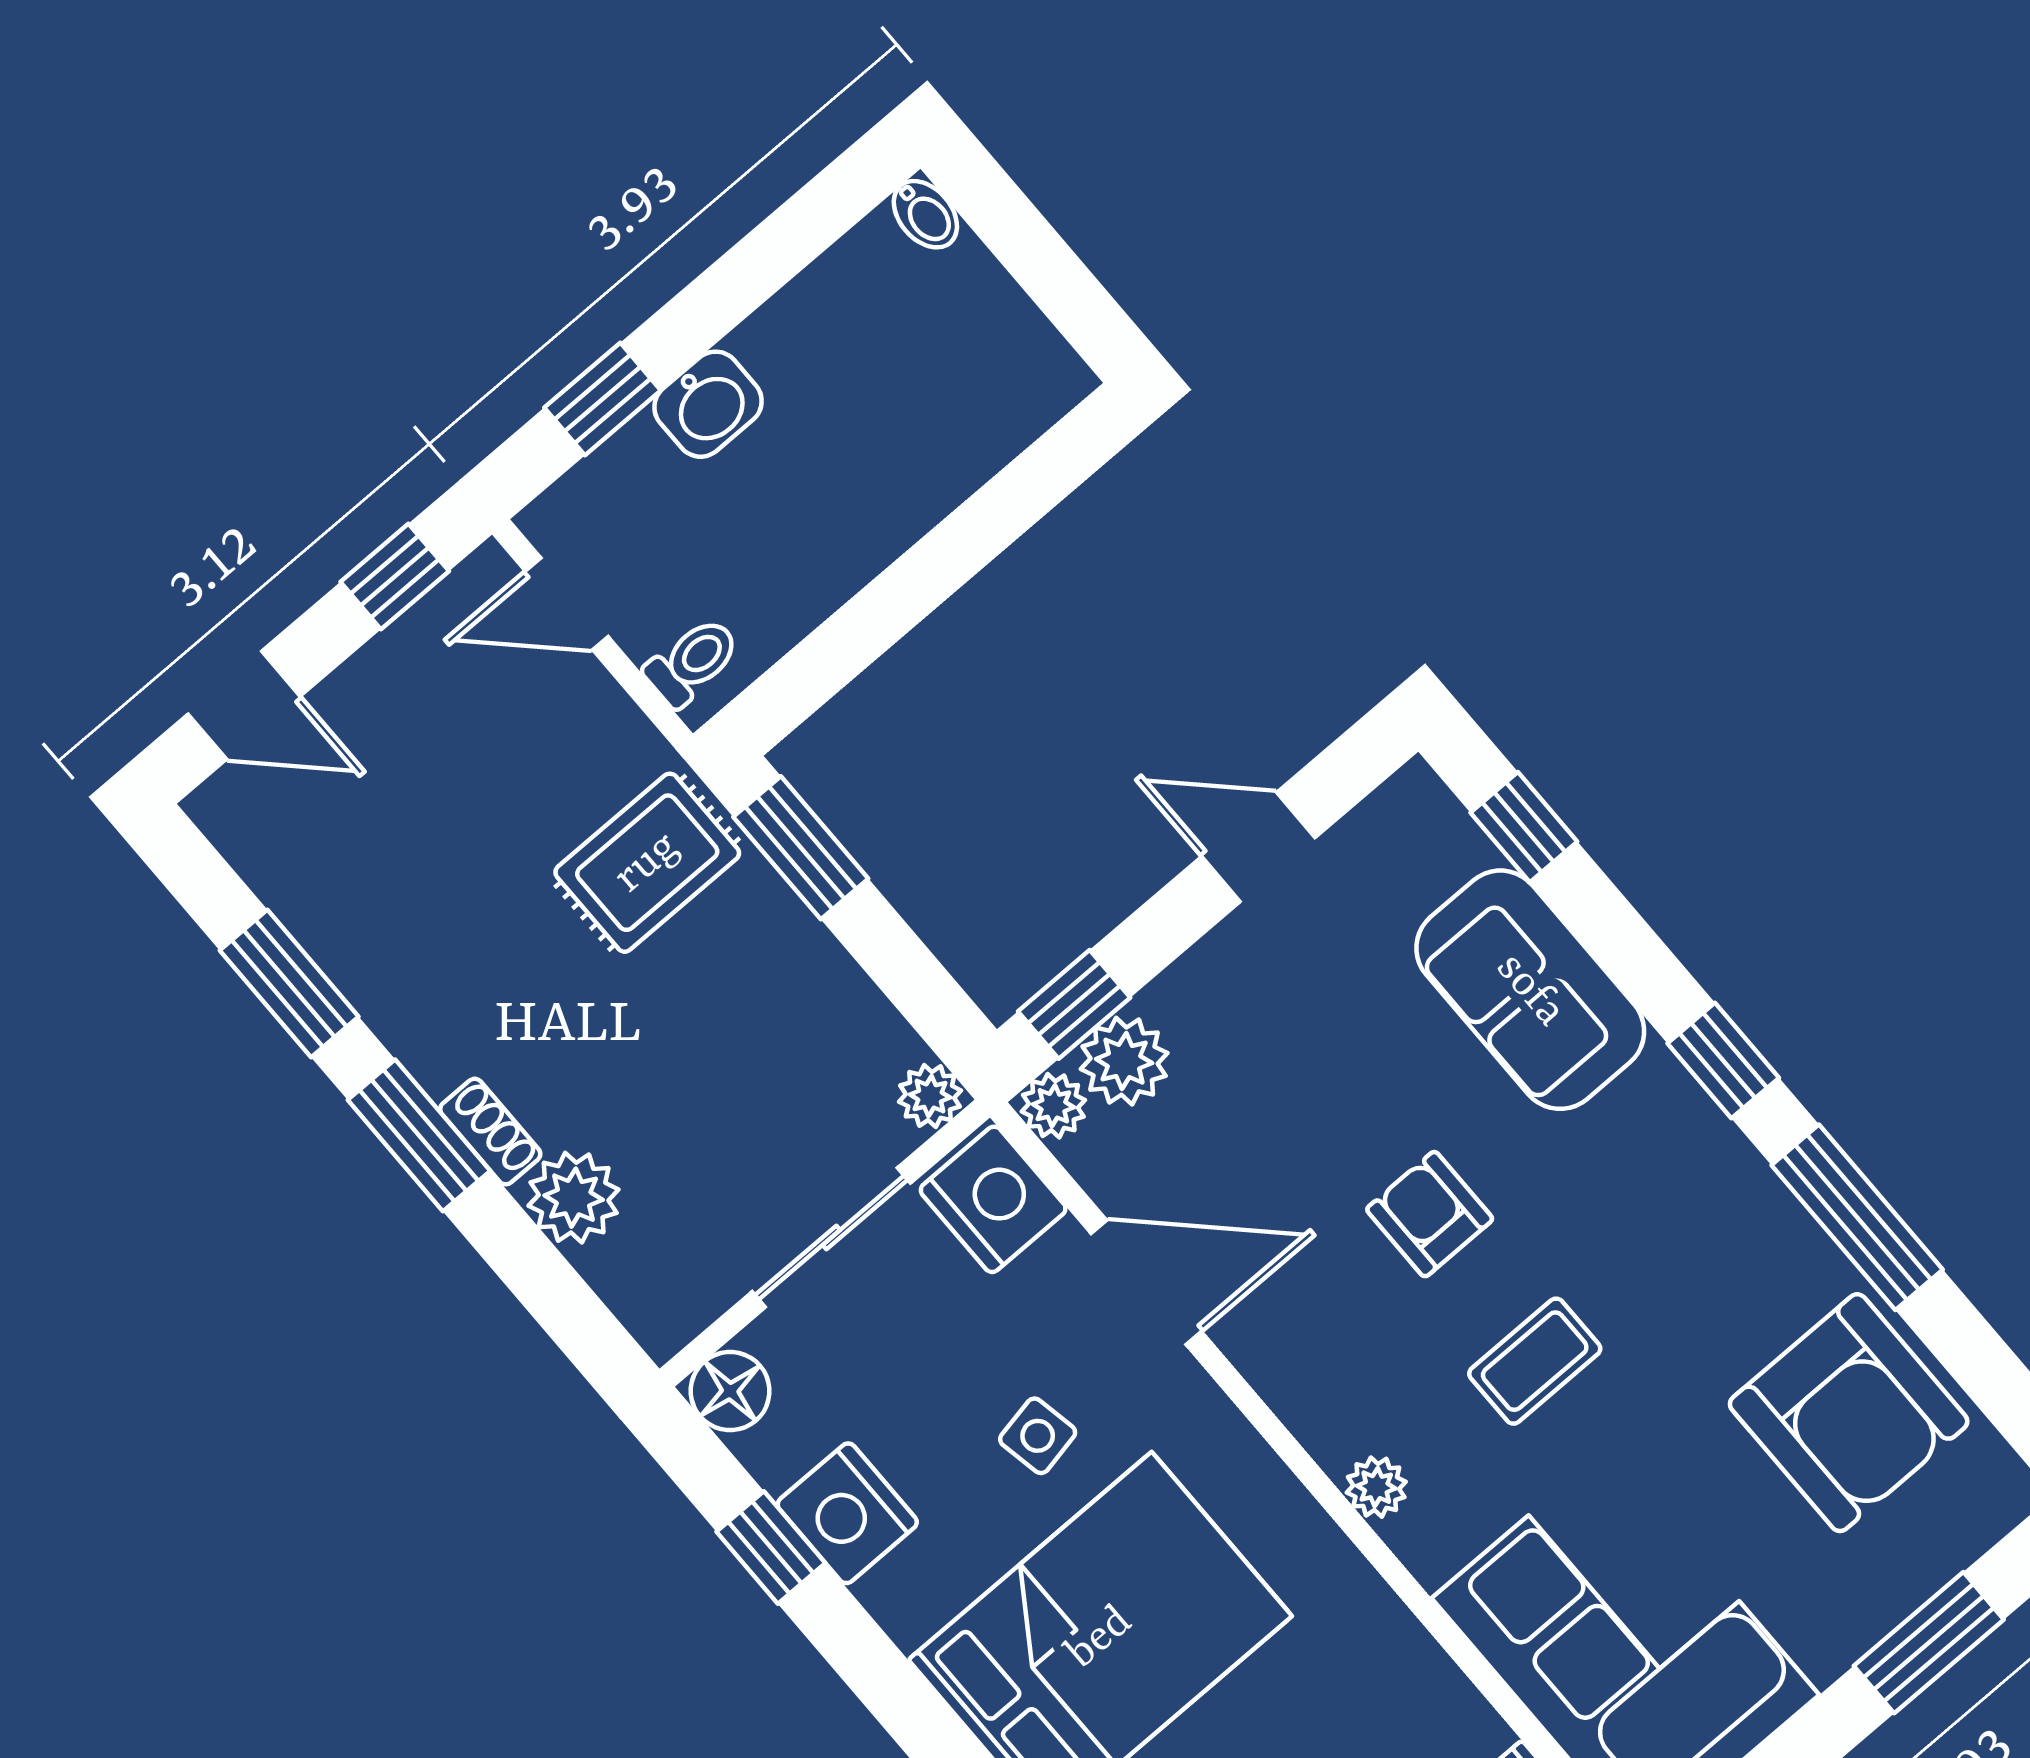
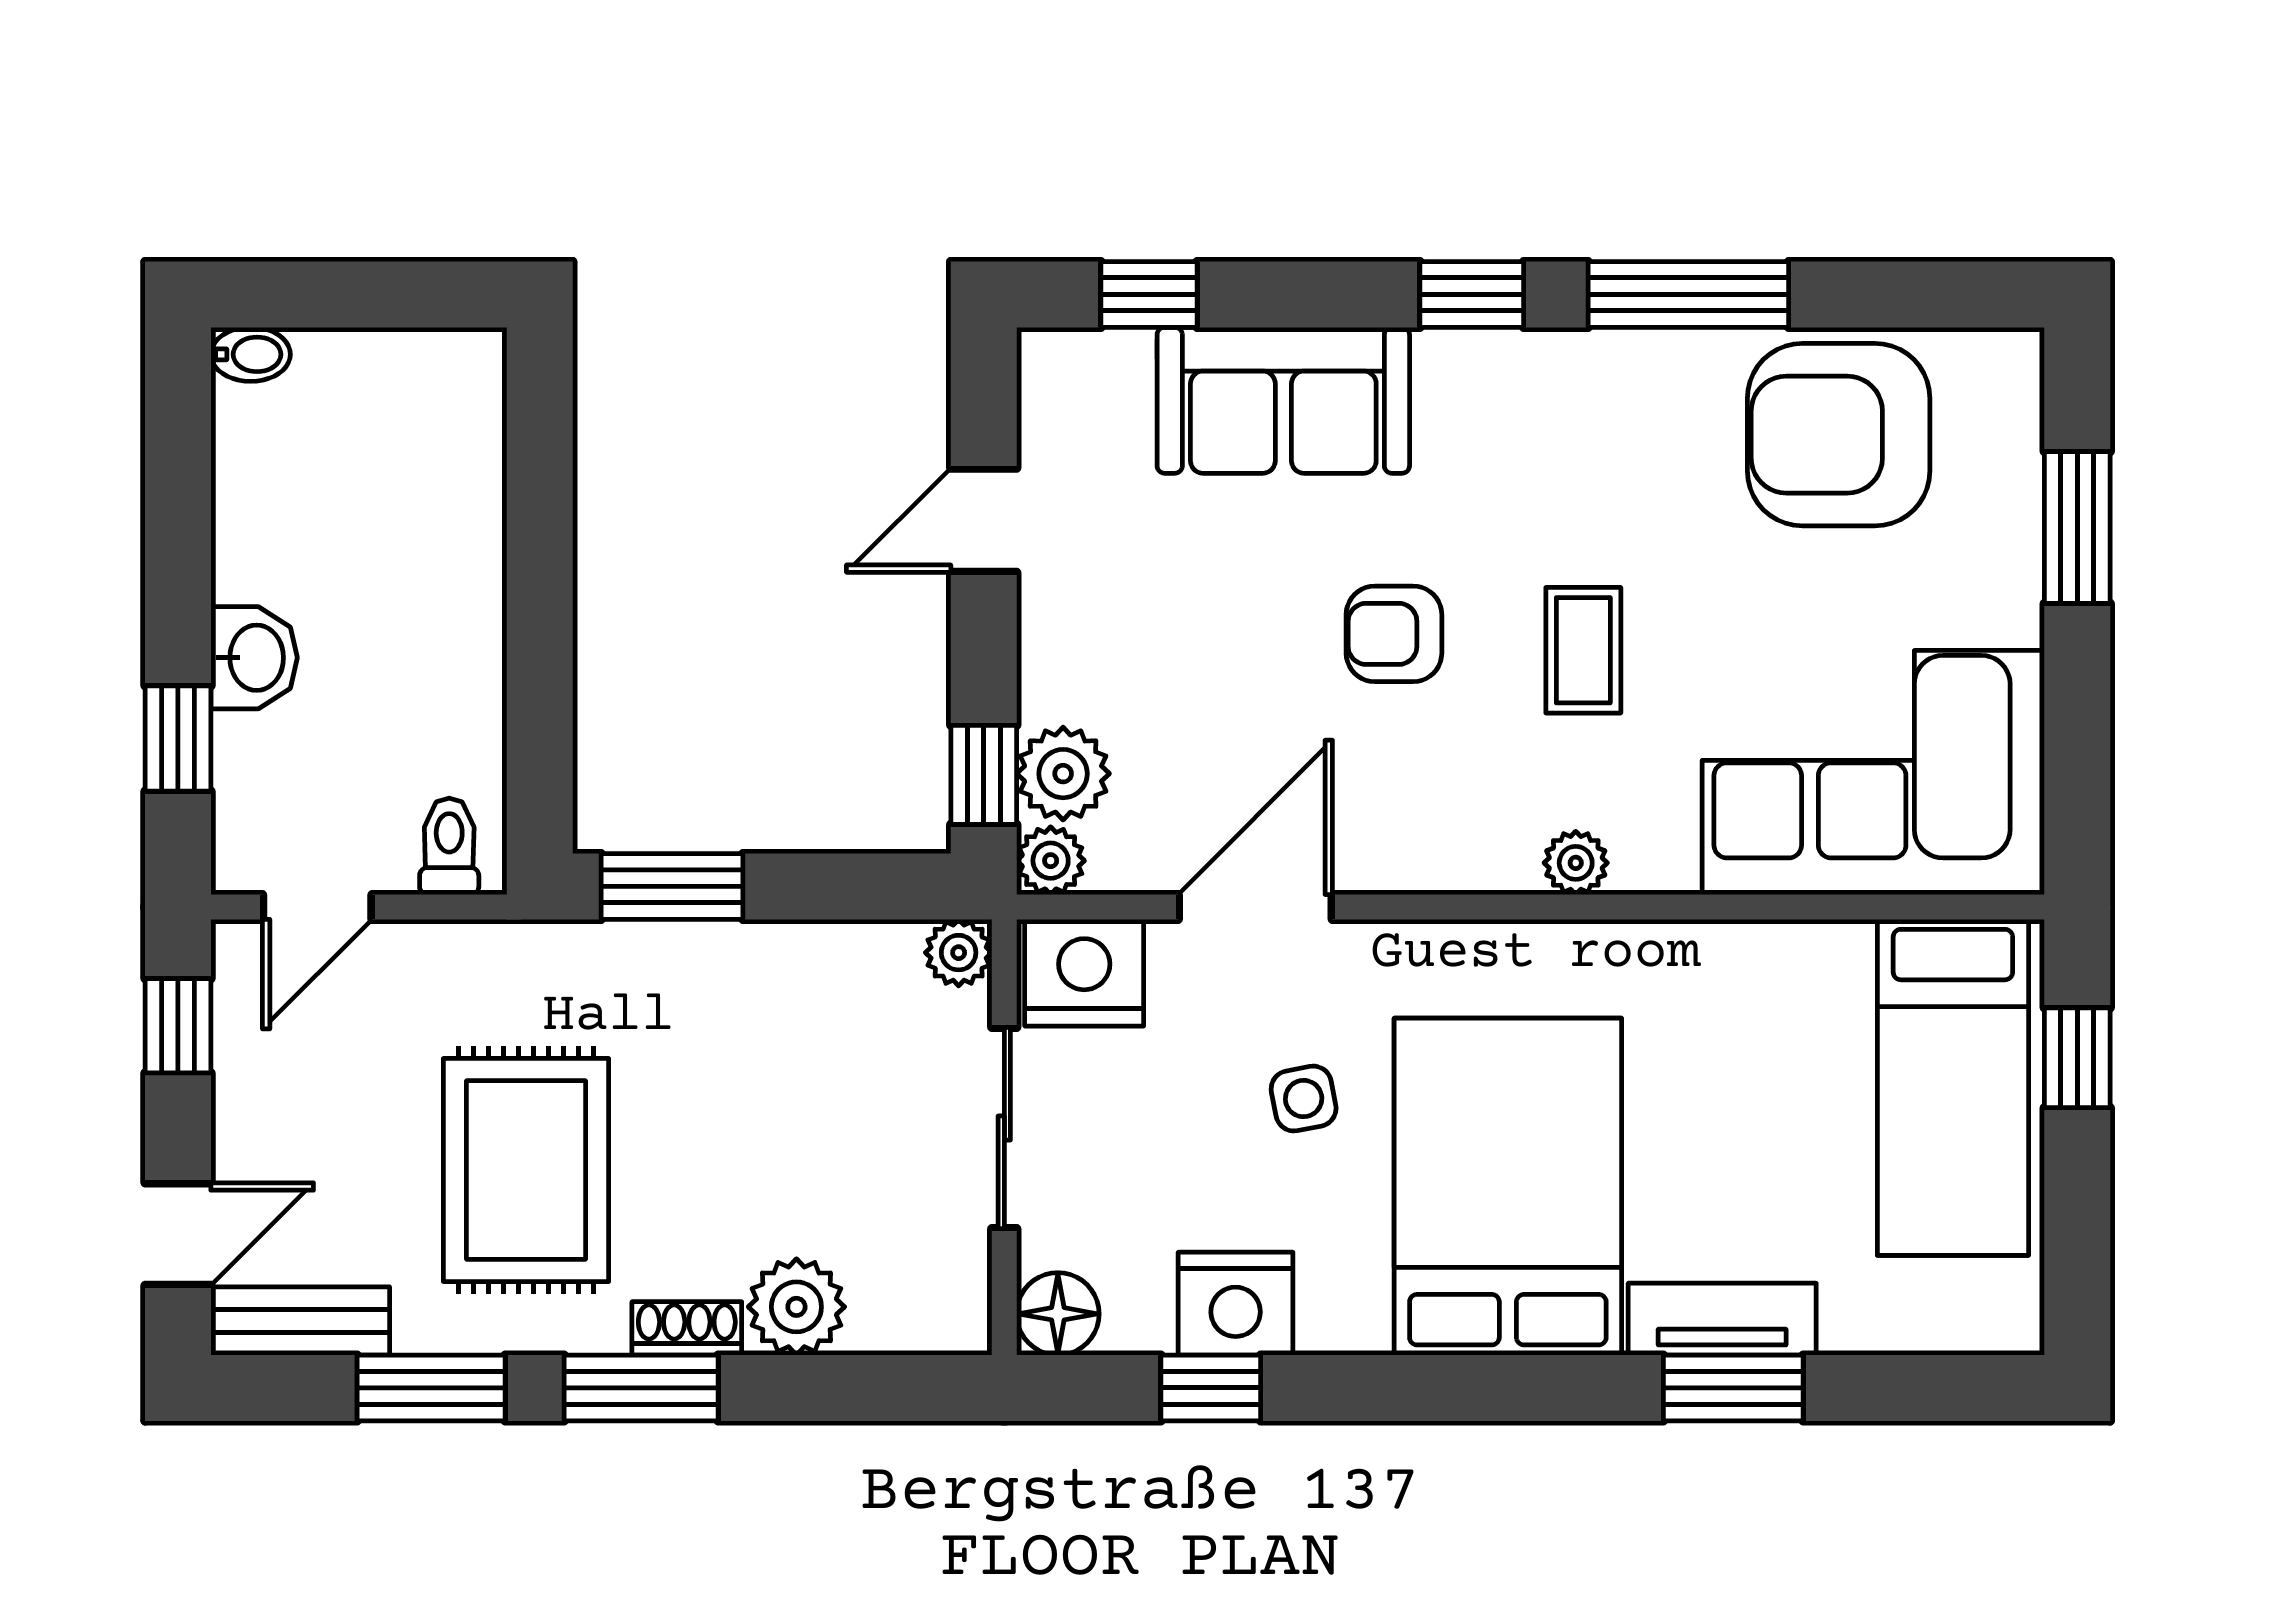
bench: (257, 847) -> (300, 1321), added
rug: (647, 863) -> (526, 1170), moved, width x1.36, depth x1.43
armchair: (1849, 1413) -> (1839, 435), turned 180

